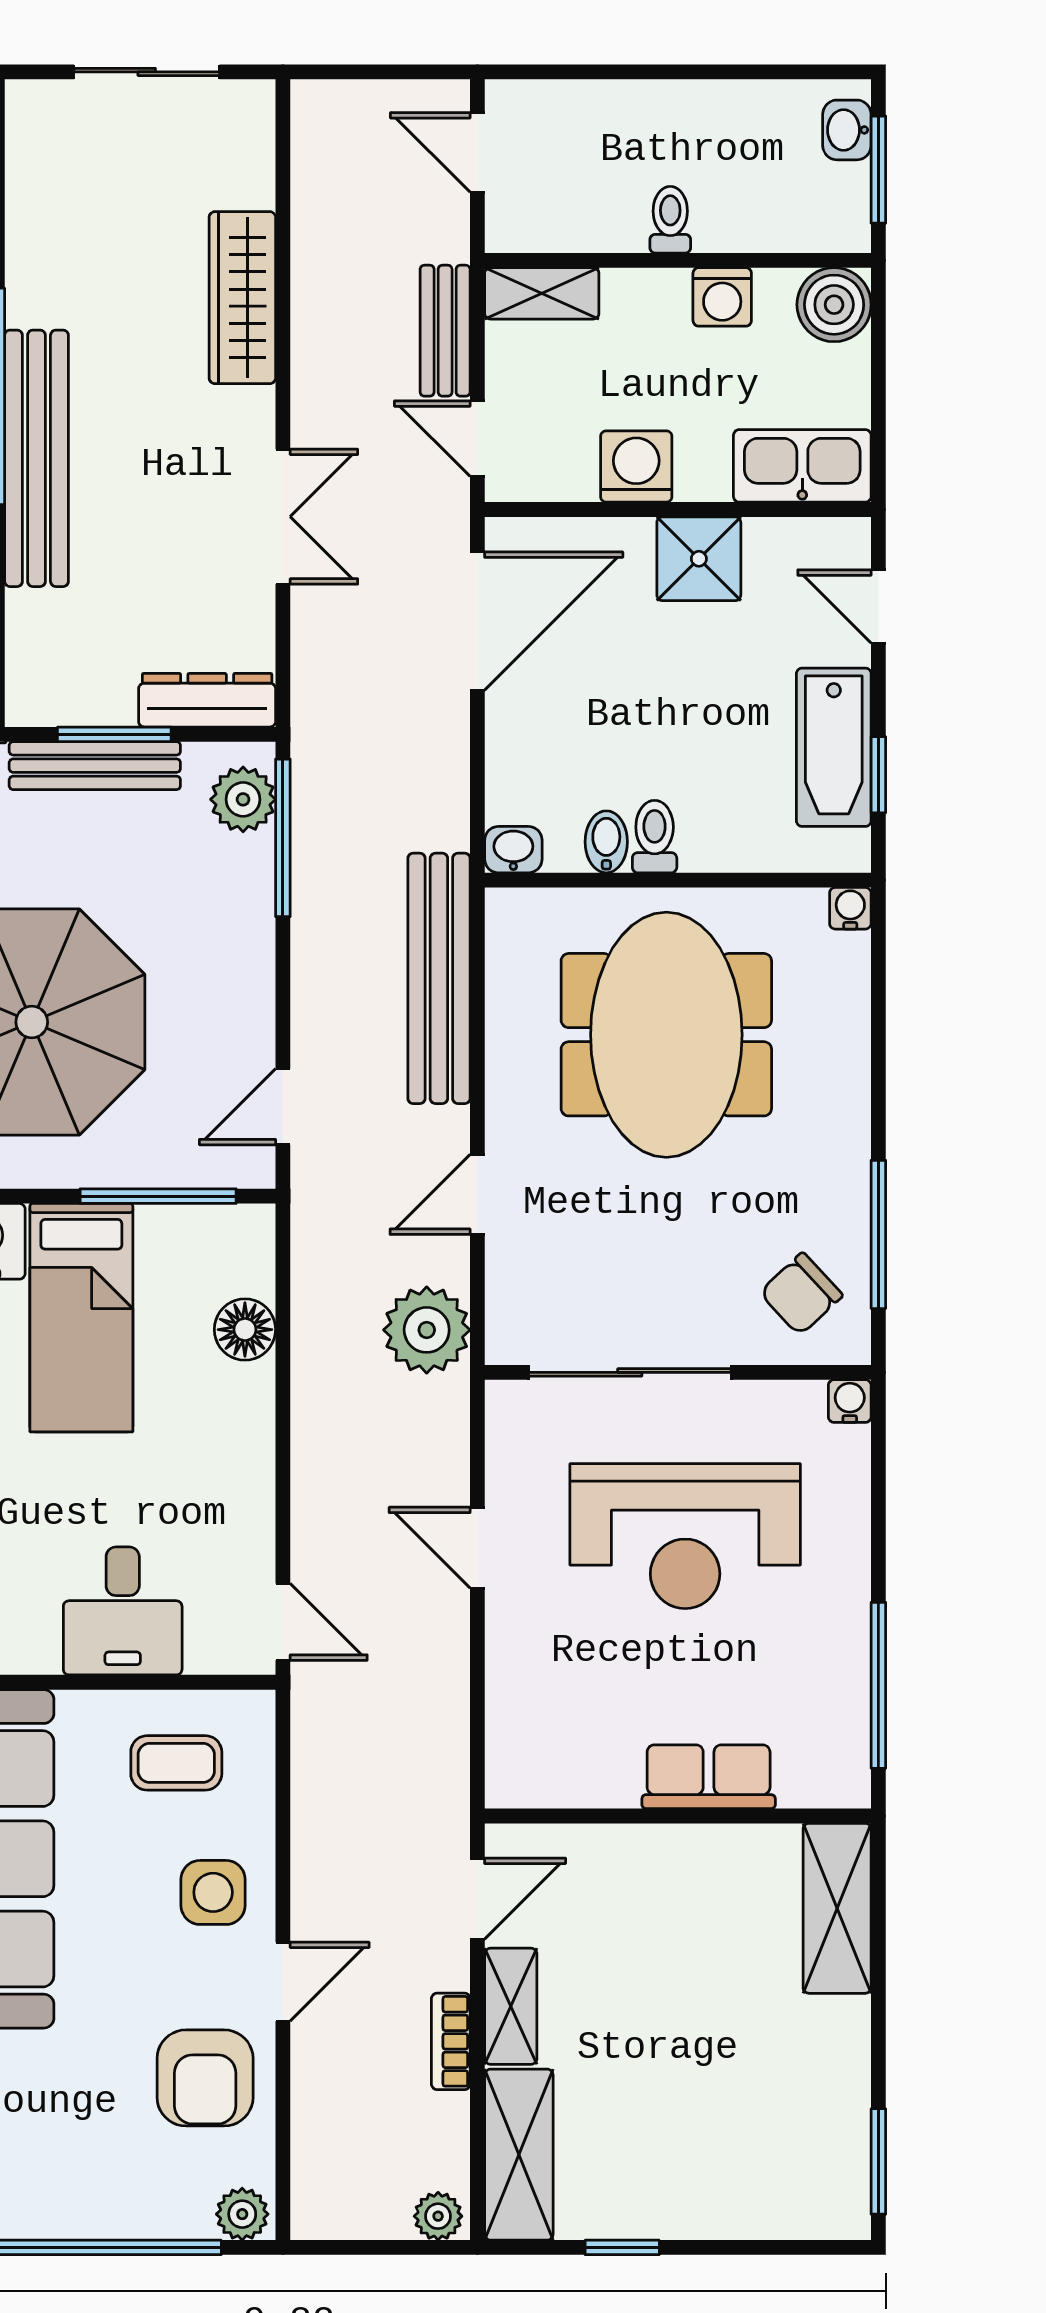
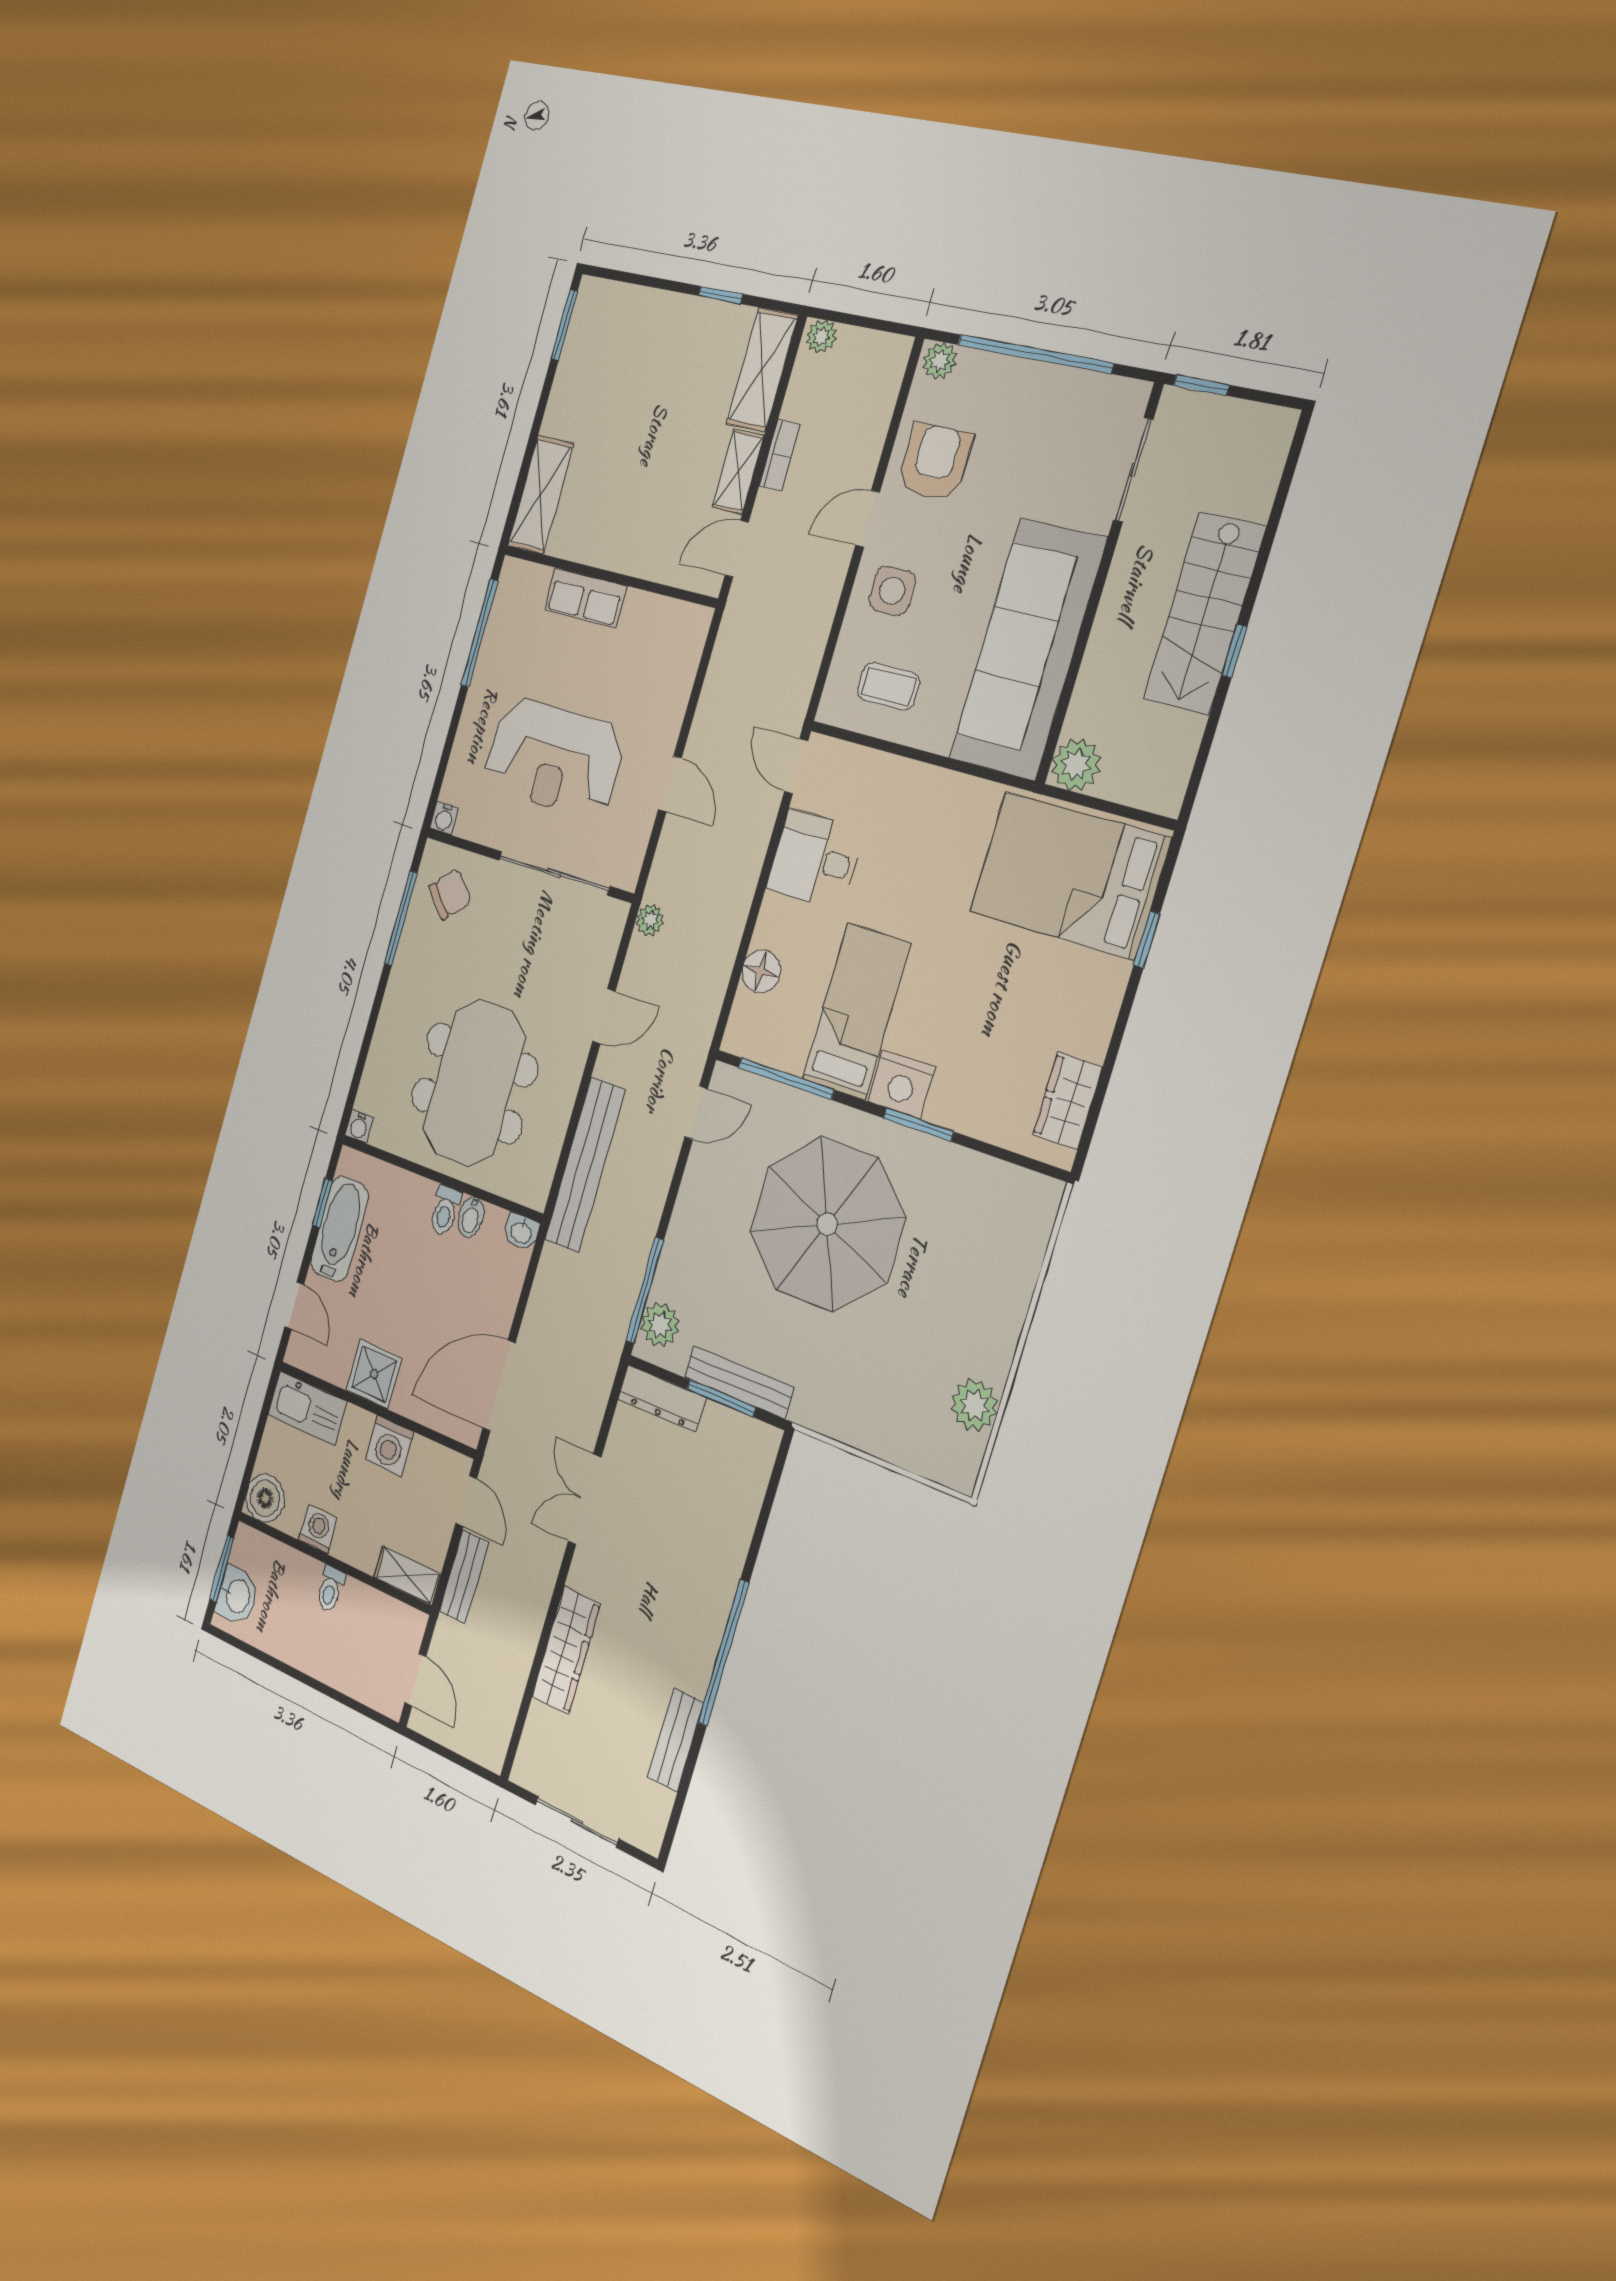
washbasin: (847, 130) -> (237, 1596), width x1.38, depth x1.45
bench: (36, 458) -> (676, 1740), moved, width x0.54, depth x0.82
plant: (427, 1330) -> (650, 920), width x0.53, depth x0.53
reception desk: (685, 1536) -> (554, 758), turned 180
desk: (123, 1611) -> (815, 859), moved, turned -90

